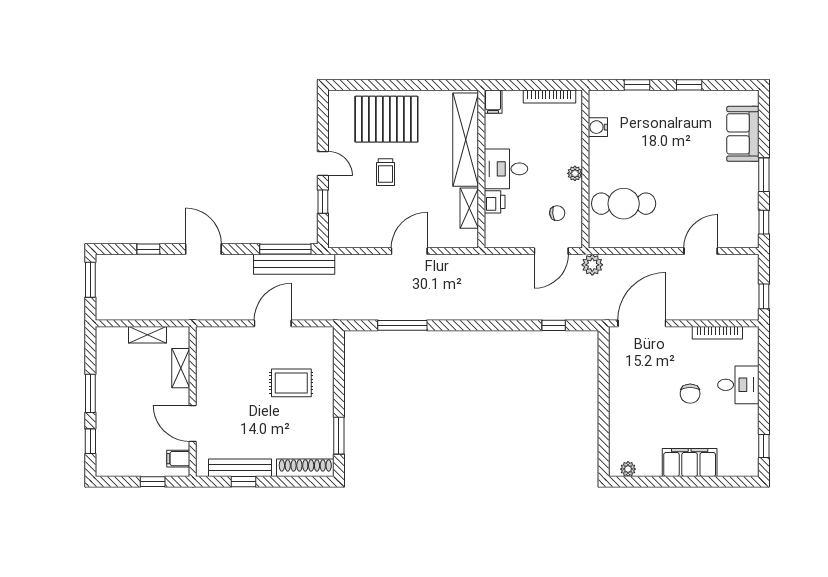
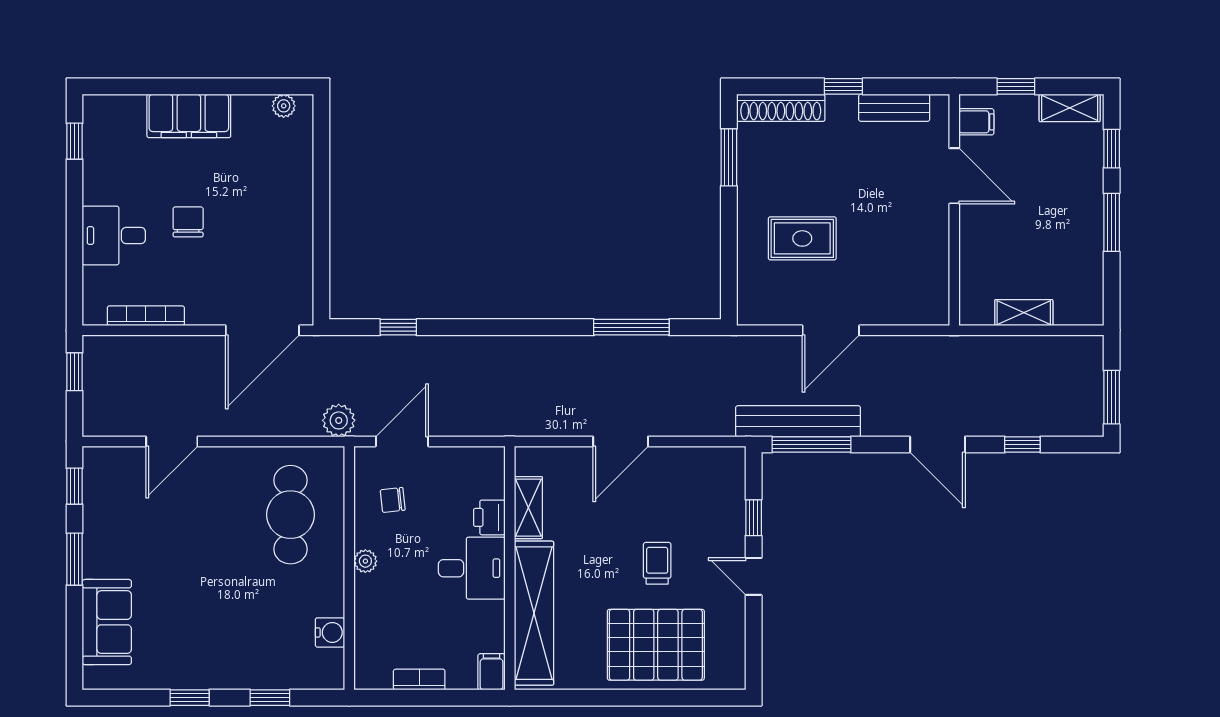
bookcase: (549, 97) -> (419, 680), width x0.64
cafe table: (624, 204) -> (291, 515), turned 90
shelving: (181, 368) -> (1070, 108), moved, turned 90
bench: (240, 468) -> (894, 108), width x0.73
window: (244, 482) -> (843, 86), moved

